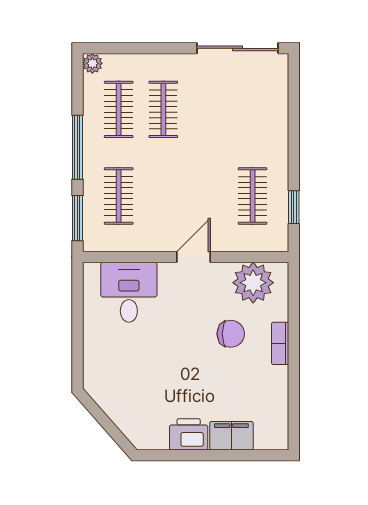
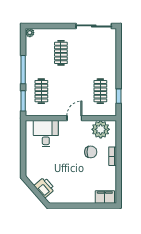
clothes rail: (119, 109) -> (41, 53), removed
printer: (189, 434) -> (45, 187), moved, turned 49
filing cabinet: (231, 436) -> (105, 197), moved

